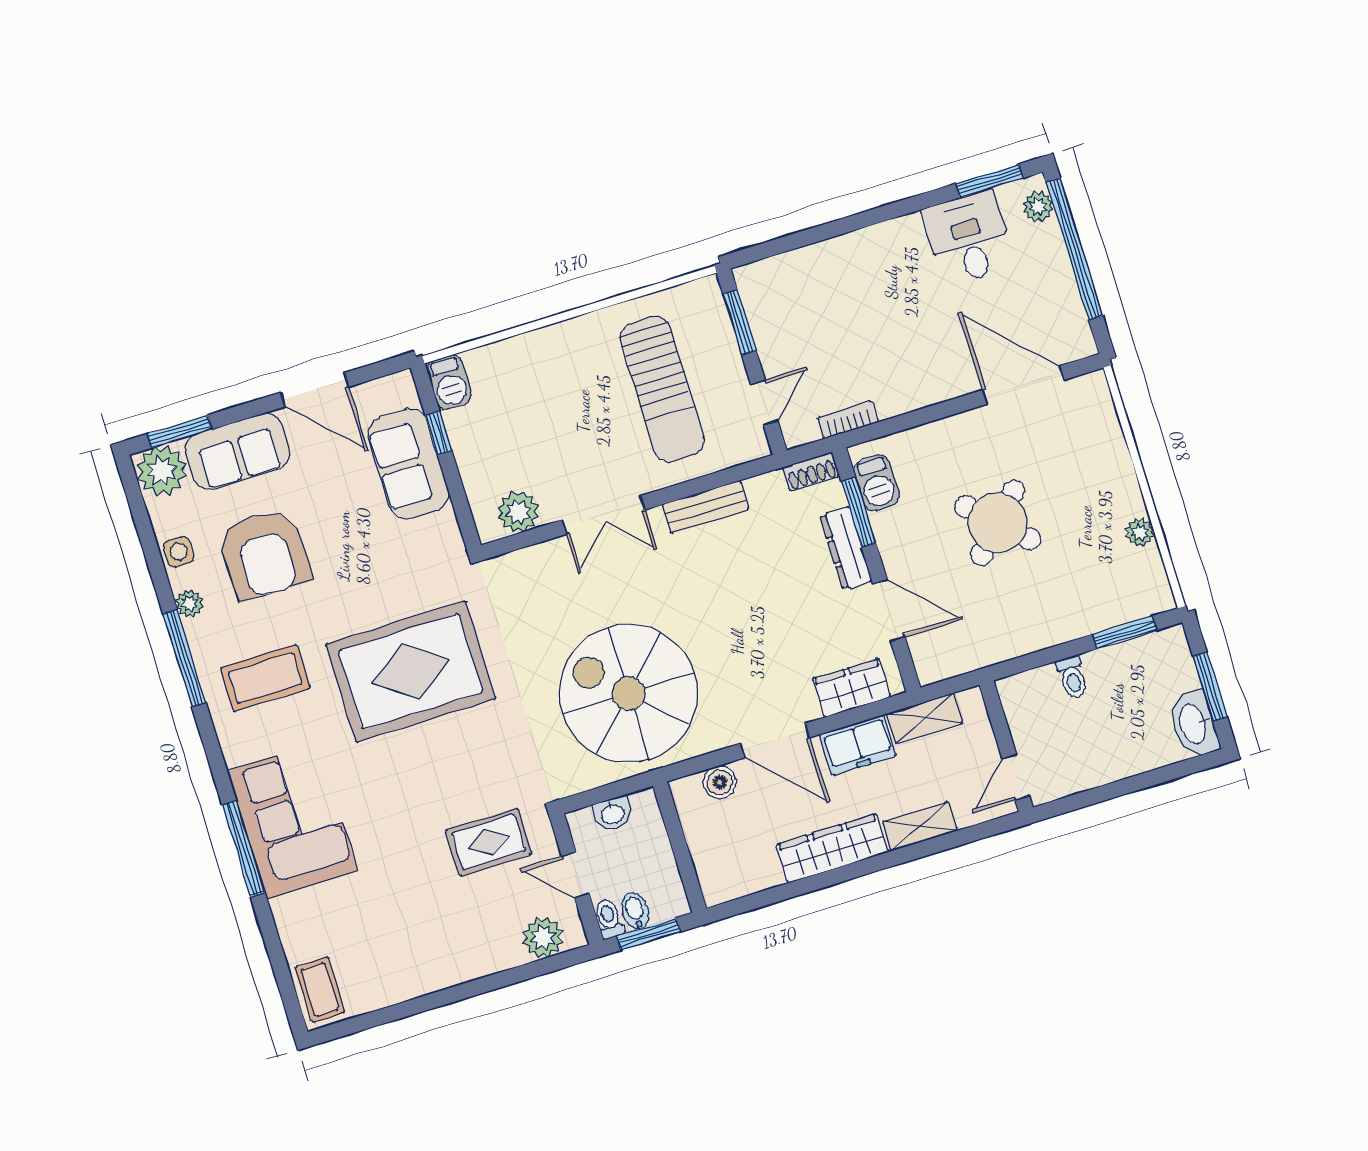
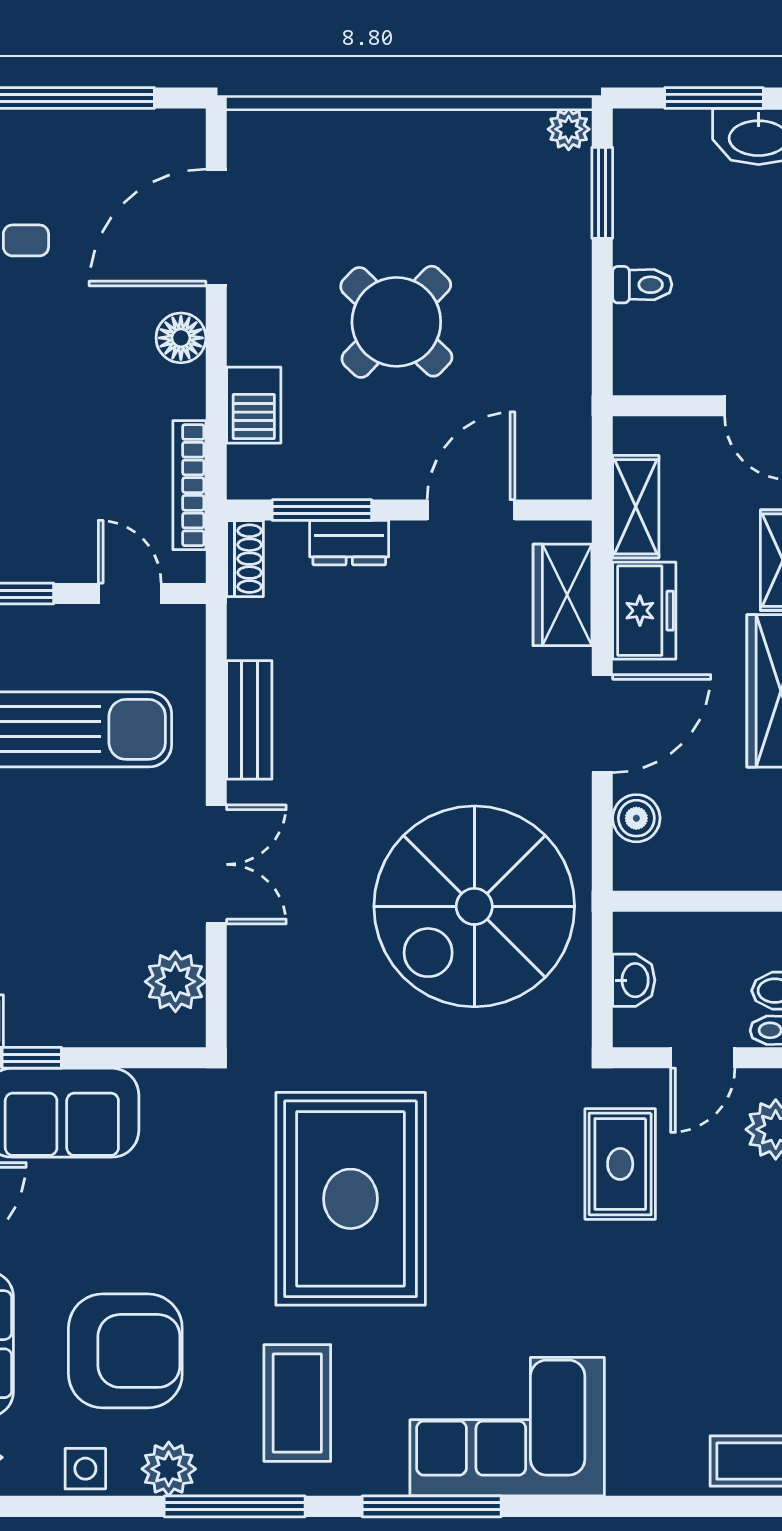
floor lamp: (943, 384) -> (181, 338), added
bookcase: (848, 420) -> (189, 485), width x1.56
barbecue: (876, 483) -> (254, 405), moved, turned 90
plant: (1140, 532) -> (569, 129), moved
dresser: (846, 548) -> (349, 543), width x0.70
plant: (189, 603) -> (169, 1469), width x1.38, depth x1.38
window: (243, 849) -> (432, 1506), moved

